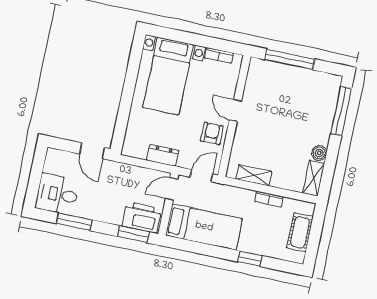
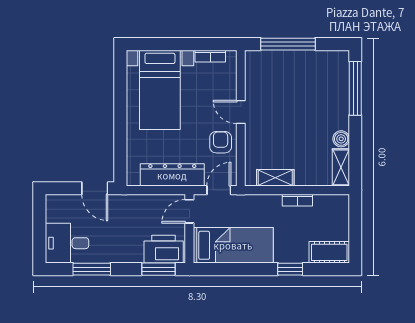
dresser: (163, 155) -> (172, 175), width x1.96, depth x1.24
cot: (300, 232) -> (329, 252), moved, turned 90

